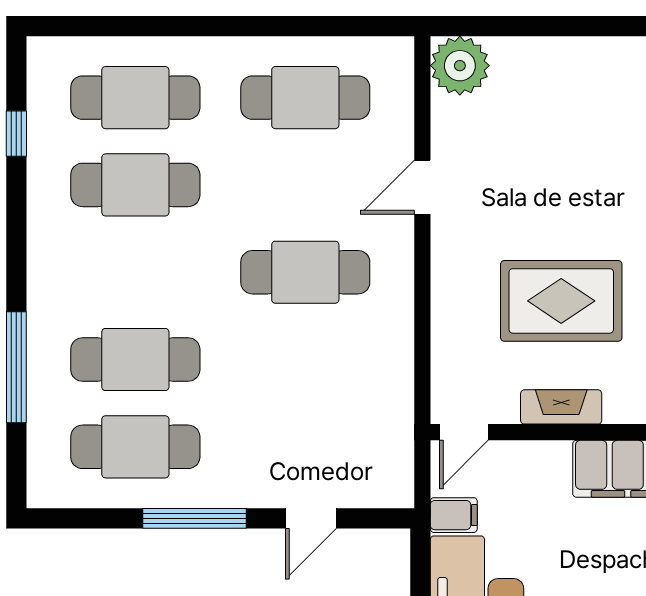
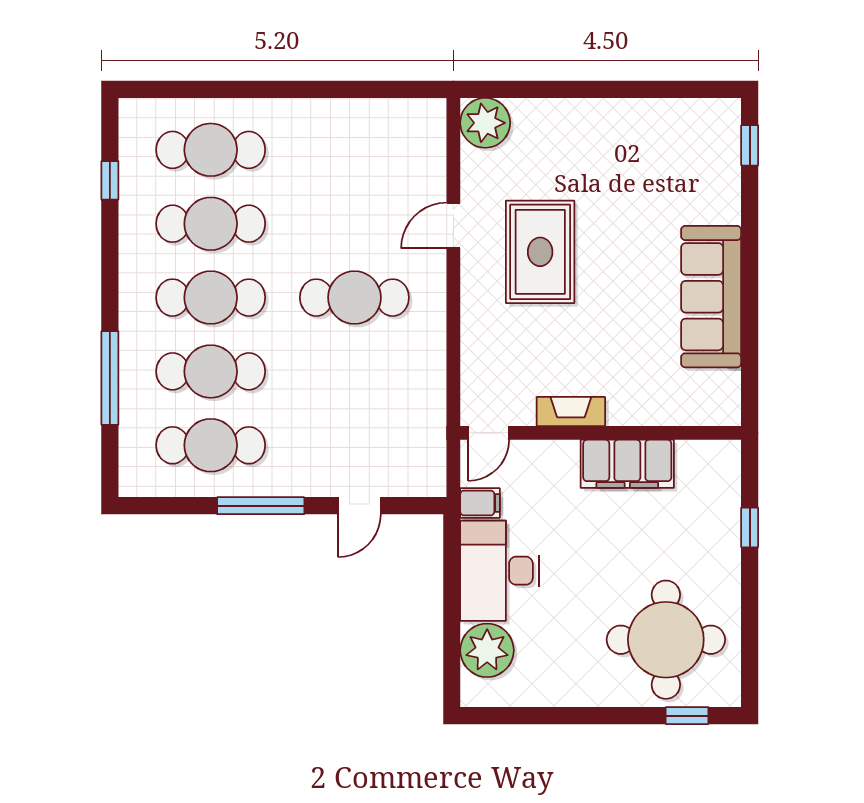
cafe table: (305, 98) -> (211, 298), moved
rug: (561, 301) -> (540, 252), moved, turned 90

